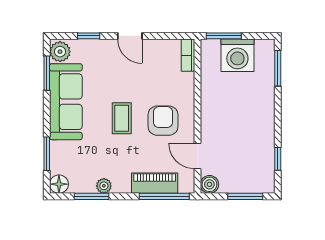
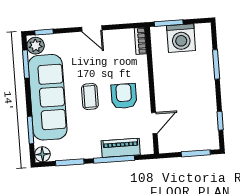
window: (89, 36) -> (44, 32), moved
window: (278, 68) -> (216, 64), moved
sofa: (66, 102) -> (48, 97), width x1.36, depth x1.27
door: (197, 156) -> (154, 123), swing flipped
boiler: (209, 184) -> (166, 146), removed
plant: (104, 186) -> (79, 153), removed
window: (164, 196) -> (114, 159), moved

